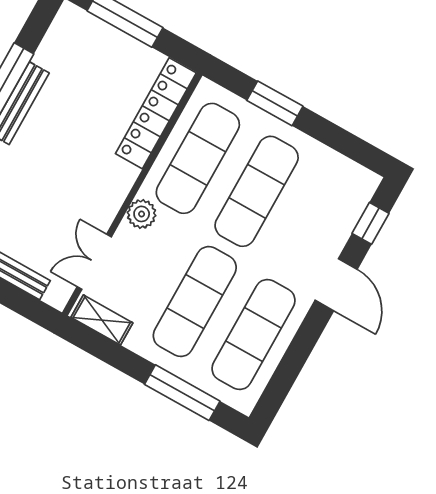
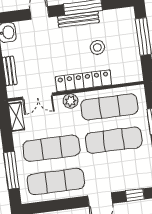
stool: (87, 106) -> (97, 47), added
locker: (156, 113) -> (83, 81), moved
double door: (94, 262) -> (37, 96), swing flipped

